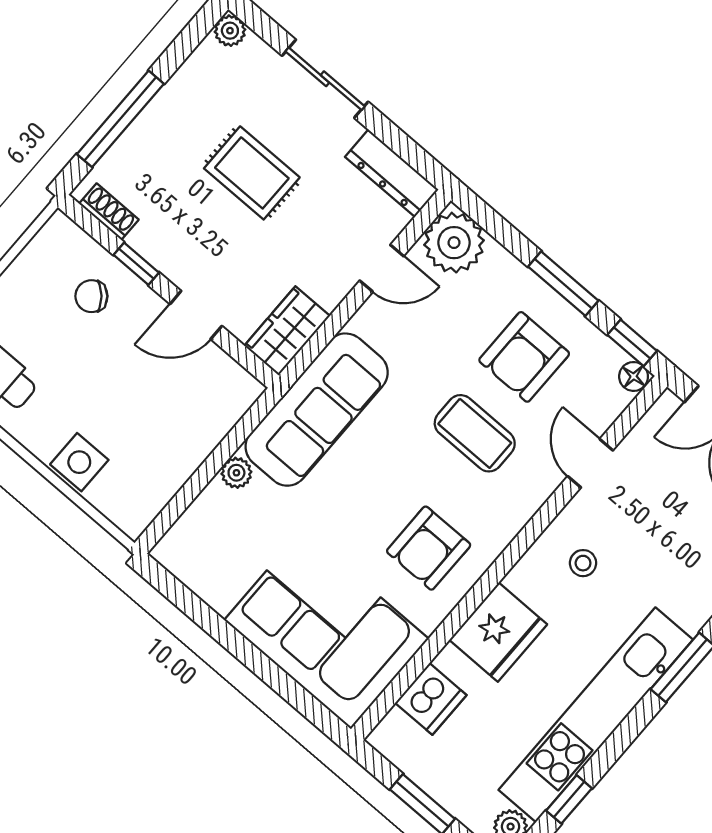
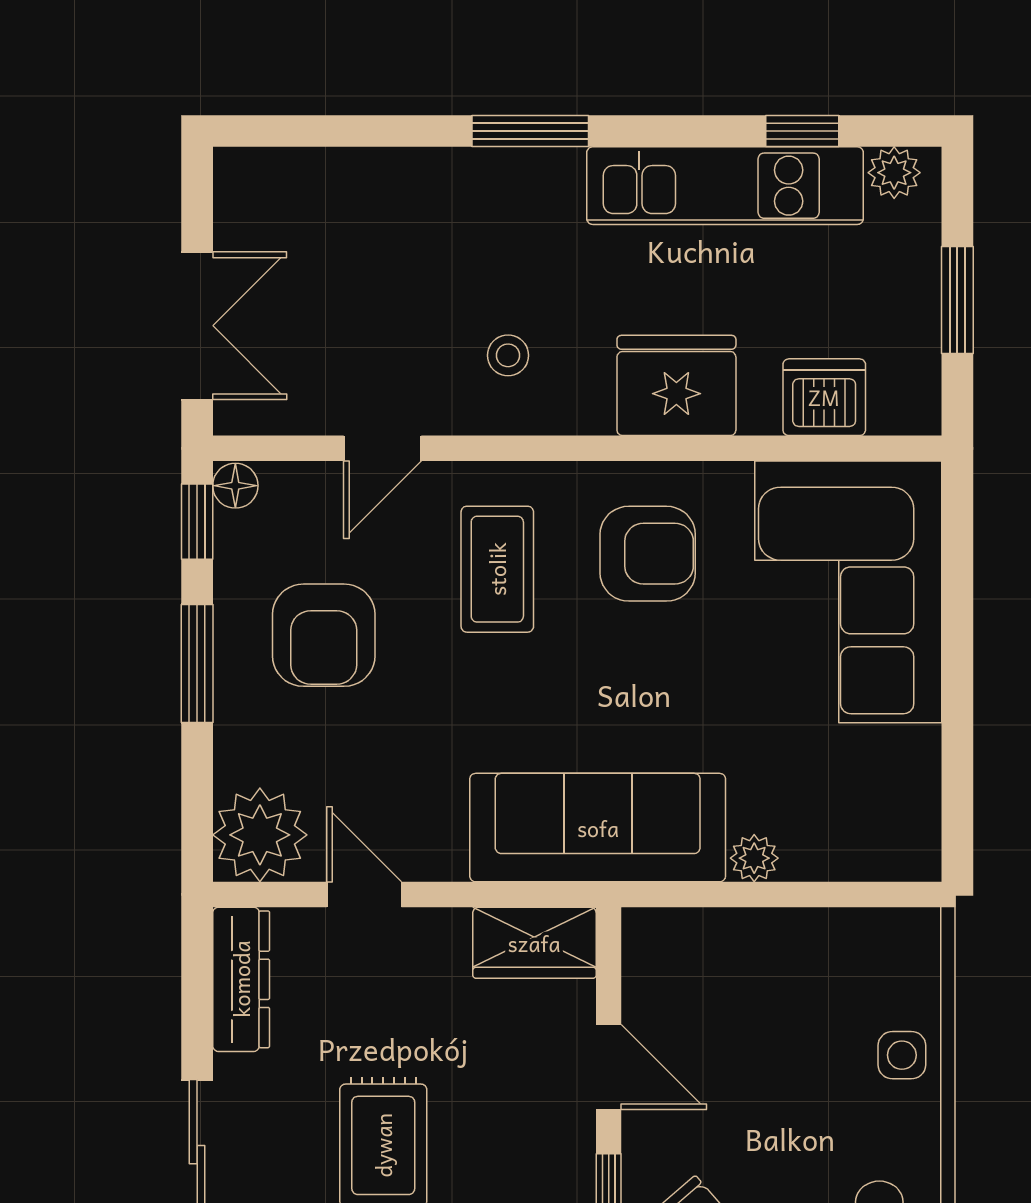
armchair: (524, 357) -> (324, 635), turned 90
coffee table: (475, 433) -> (497, 569), moved
side table: (79, 462) -> (902, 1055), width x0.73, depth x0.73
kitchen unit: (596, 715) -> (725, 186), width x0.73

